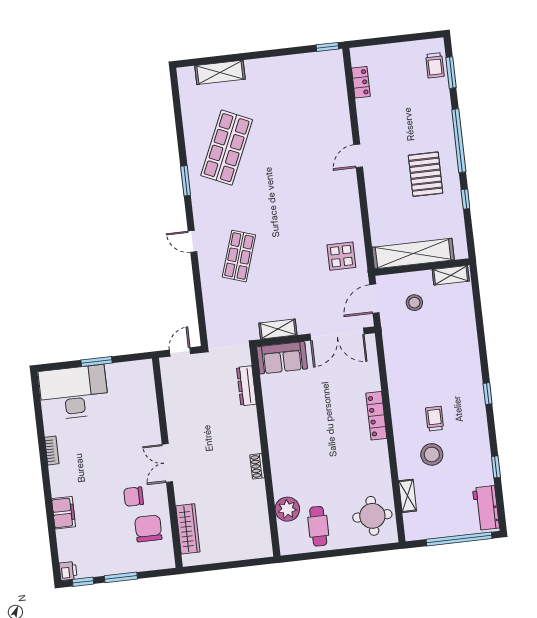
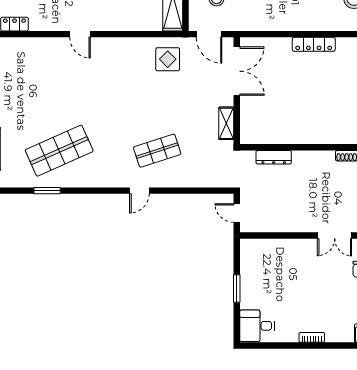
shop shelf: (227, 148) -> (59, 151), turned -48
window: (186, 181) -> (47, 191), moved
shop shelf: (239, 256) -> (157, 151), turned -36
sofa: (282, 358) -> (252, 123), removed
desk: (74, 393) -> (257, 326), width x0.53, depth x0.77

